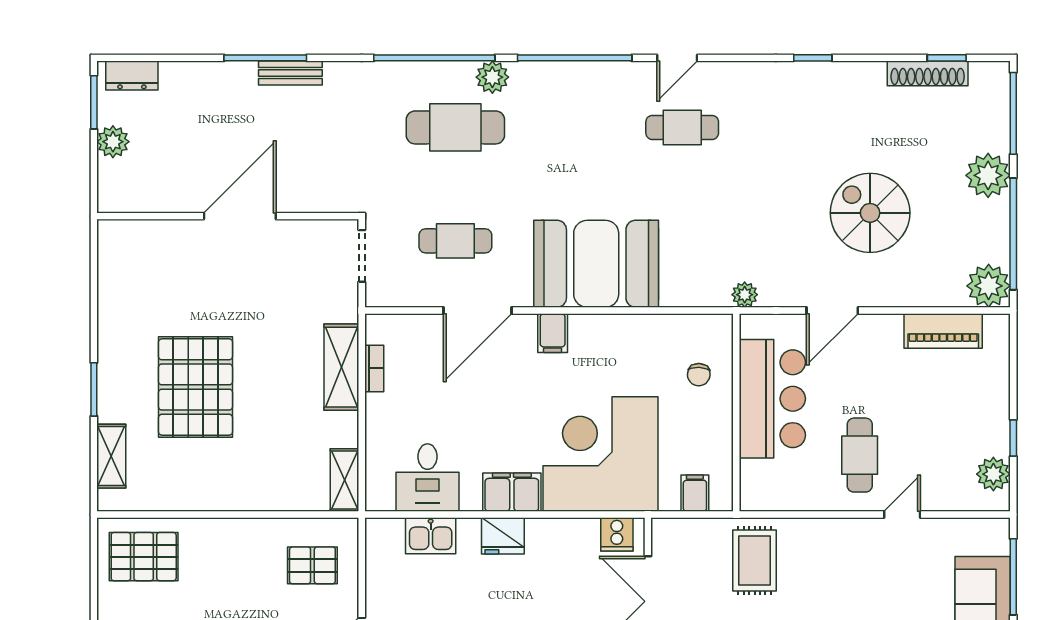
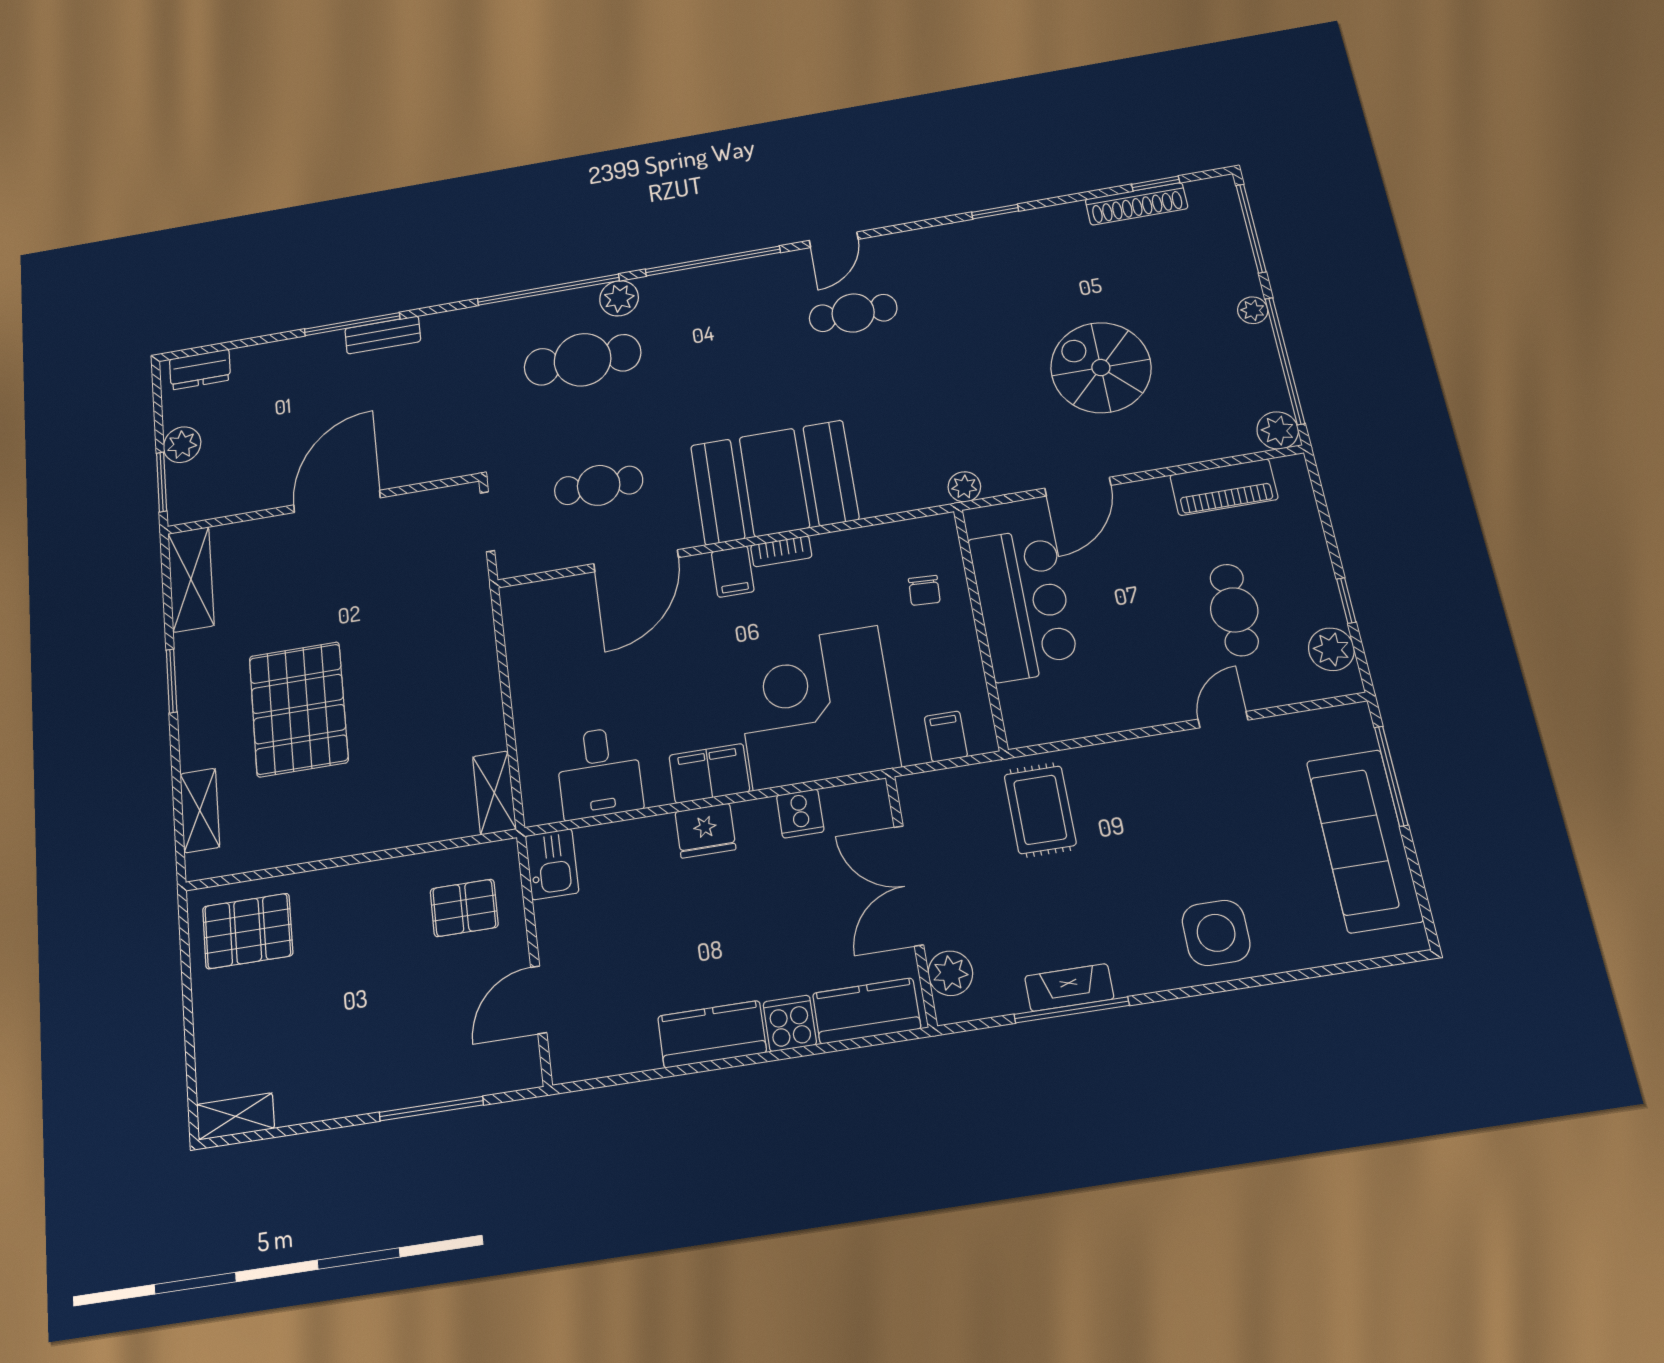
window: (94, 102) -> (162, 482), moved
plant: (988, 175) -> (1253, 310), width x0.53, depth x0.53
plant: (989, 286) -> (1278, 430), width x0.73, depth x0.73
shelving: (341, 367) -> (191, 579), moved
bookcase: (374, 368) -> (781, 551), moved, turned 90
window: (94, 389) -> (172, 681), moved
cafe table: (860, 455) -> (1234, 610), moved
cooker: (617, 534) -> (800, 814), moved
kitchen sink: (431, 536) -> (552, 864), moved, turned -90

